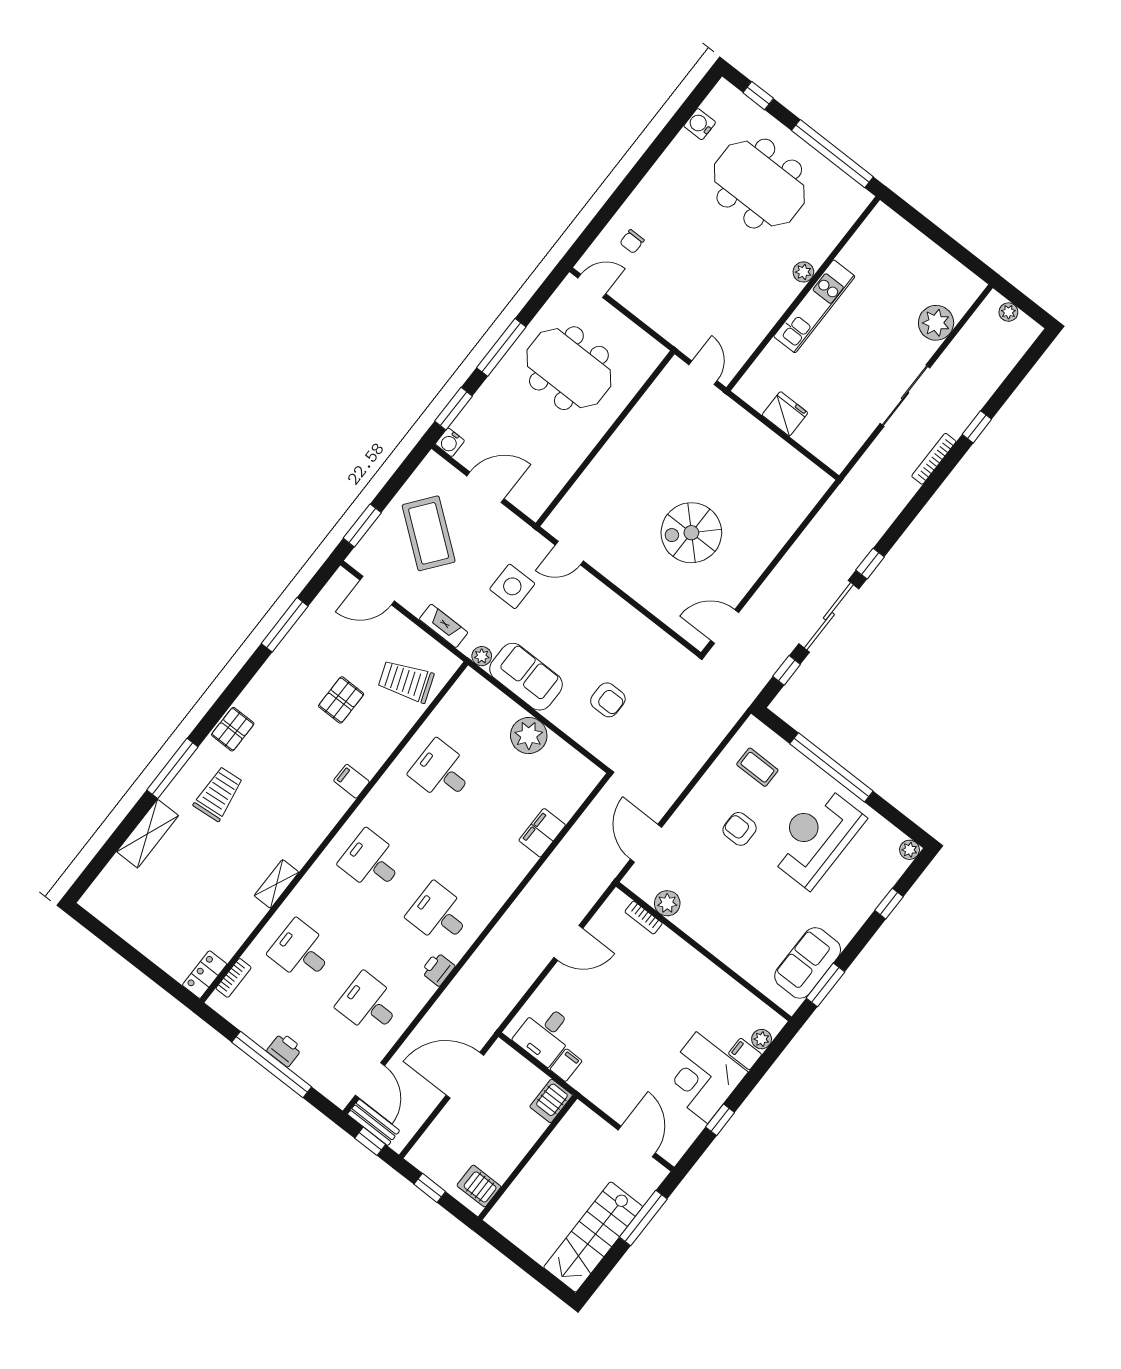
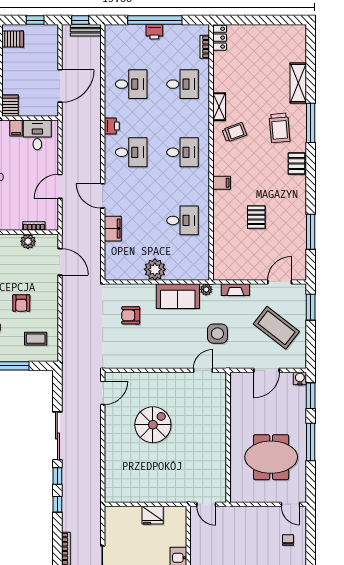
door: (592, 286) -> (291, 504), hinge flipped
window: (787, 670) -> (57, 504), moved
trolley: (406, 681) -> (234, 132), moved, width x0.73, depth x0.72
armchair: (740, 829) -> (21, 303), turned 90
door: (370, 1080) -> (103, 196), moved

